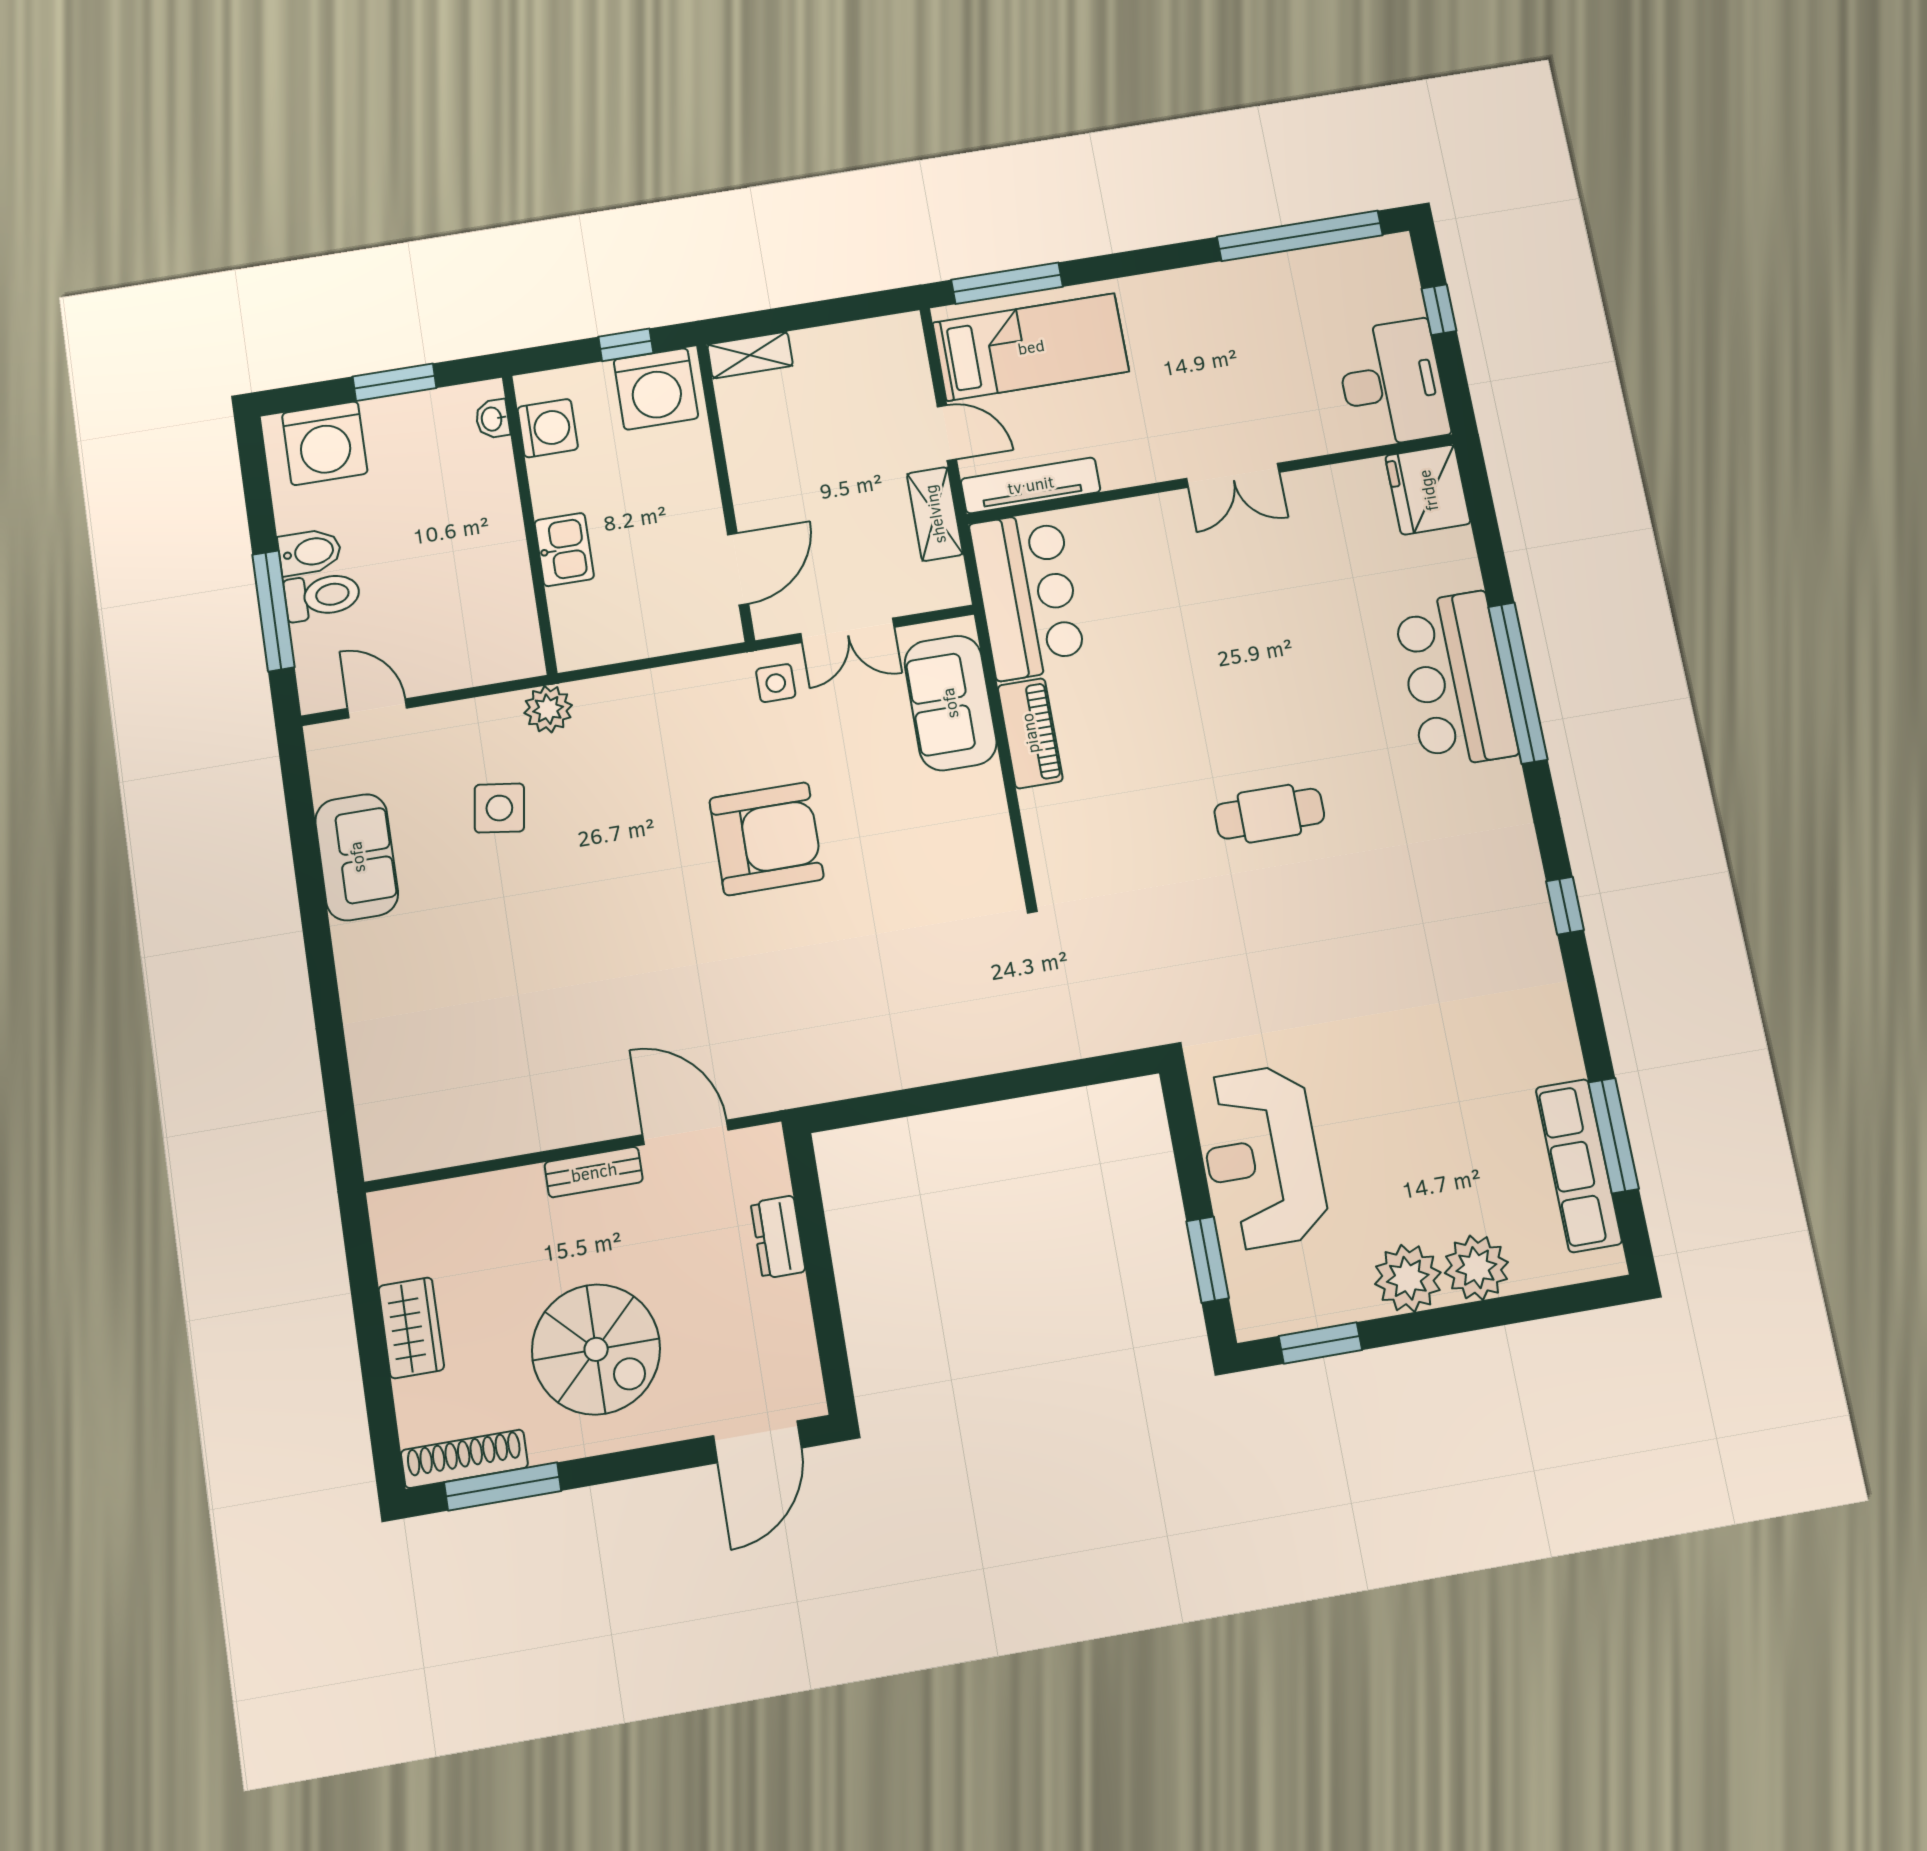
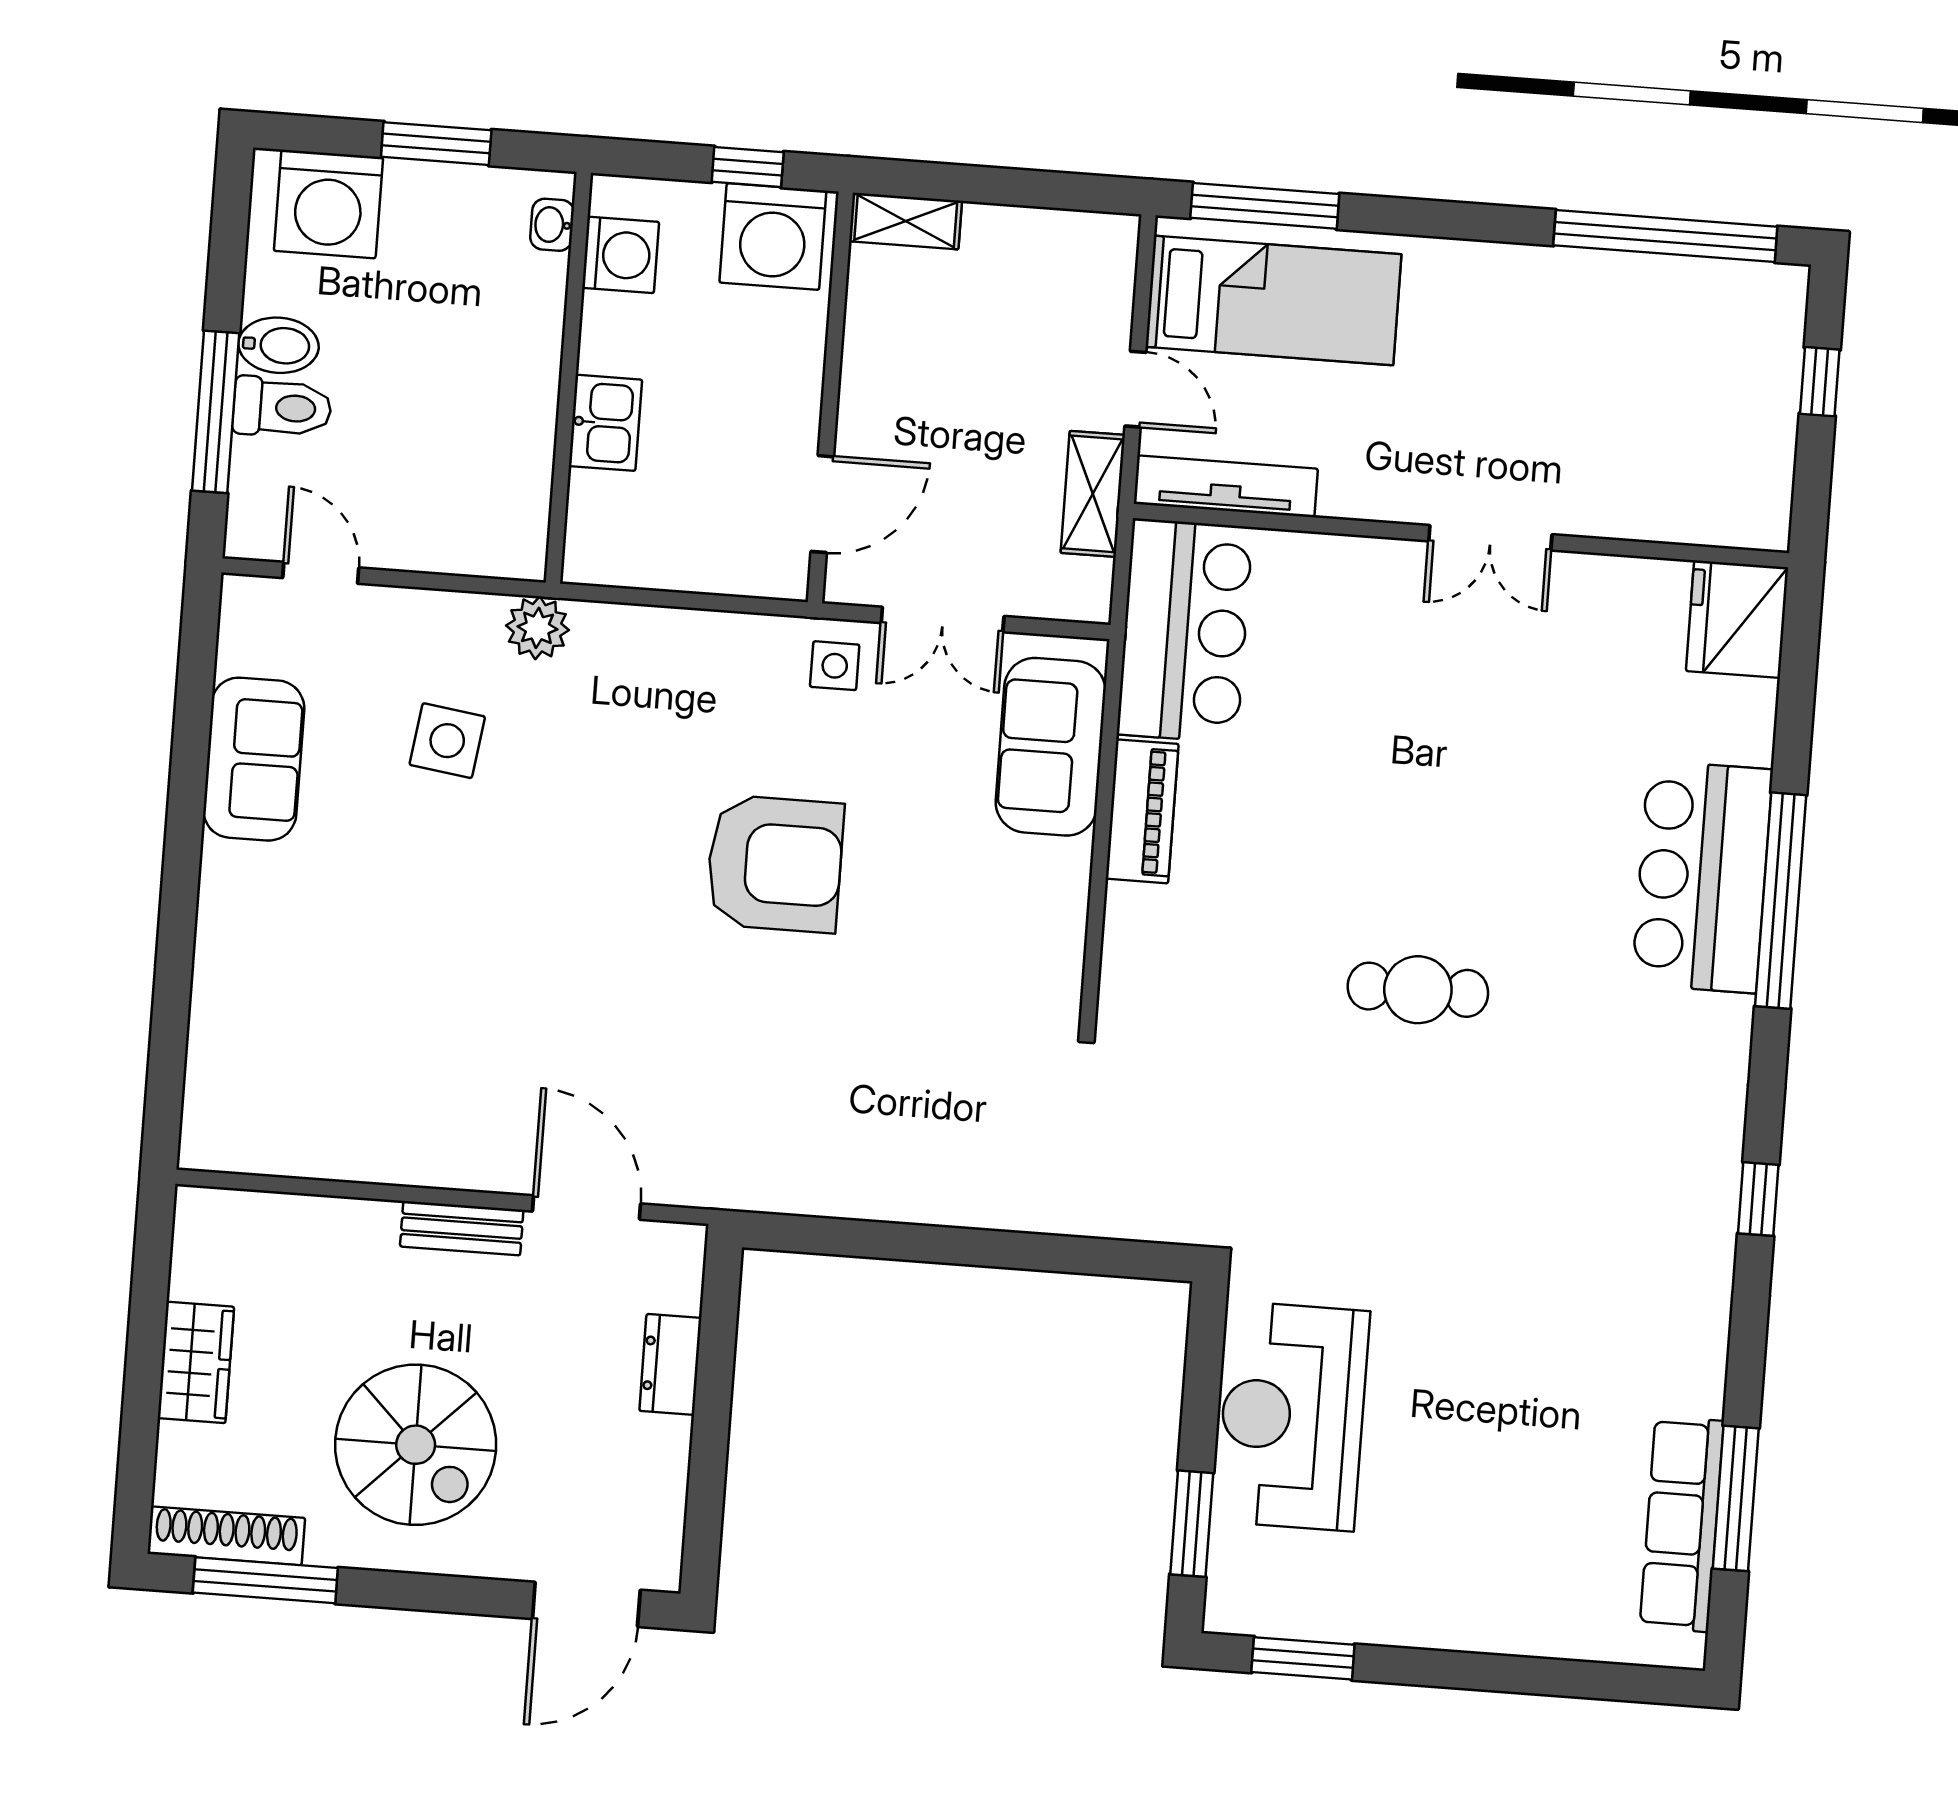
desk: (1392, 383) -> (1731, 466), removed
plant: (1476, 1268) -> (1520, 1616), removed
plant: (1408, 1278) -> (1432, 1608), removed

